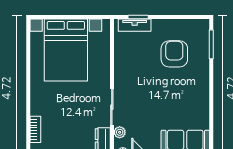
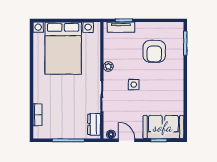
armchair: (174, 54) -> (154, 51), turned 180
side table: (150, 93) -> (134, 85), added
plant: (120, 132) -> (108, 67), moved

